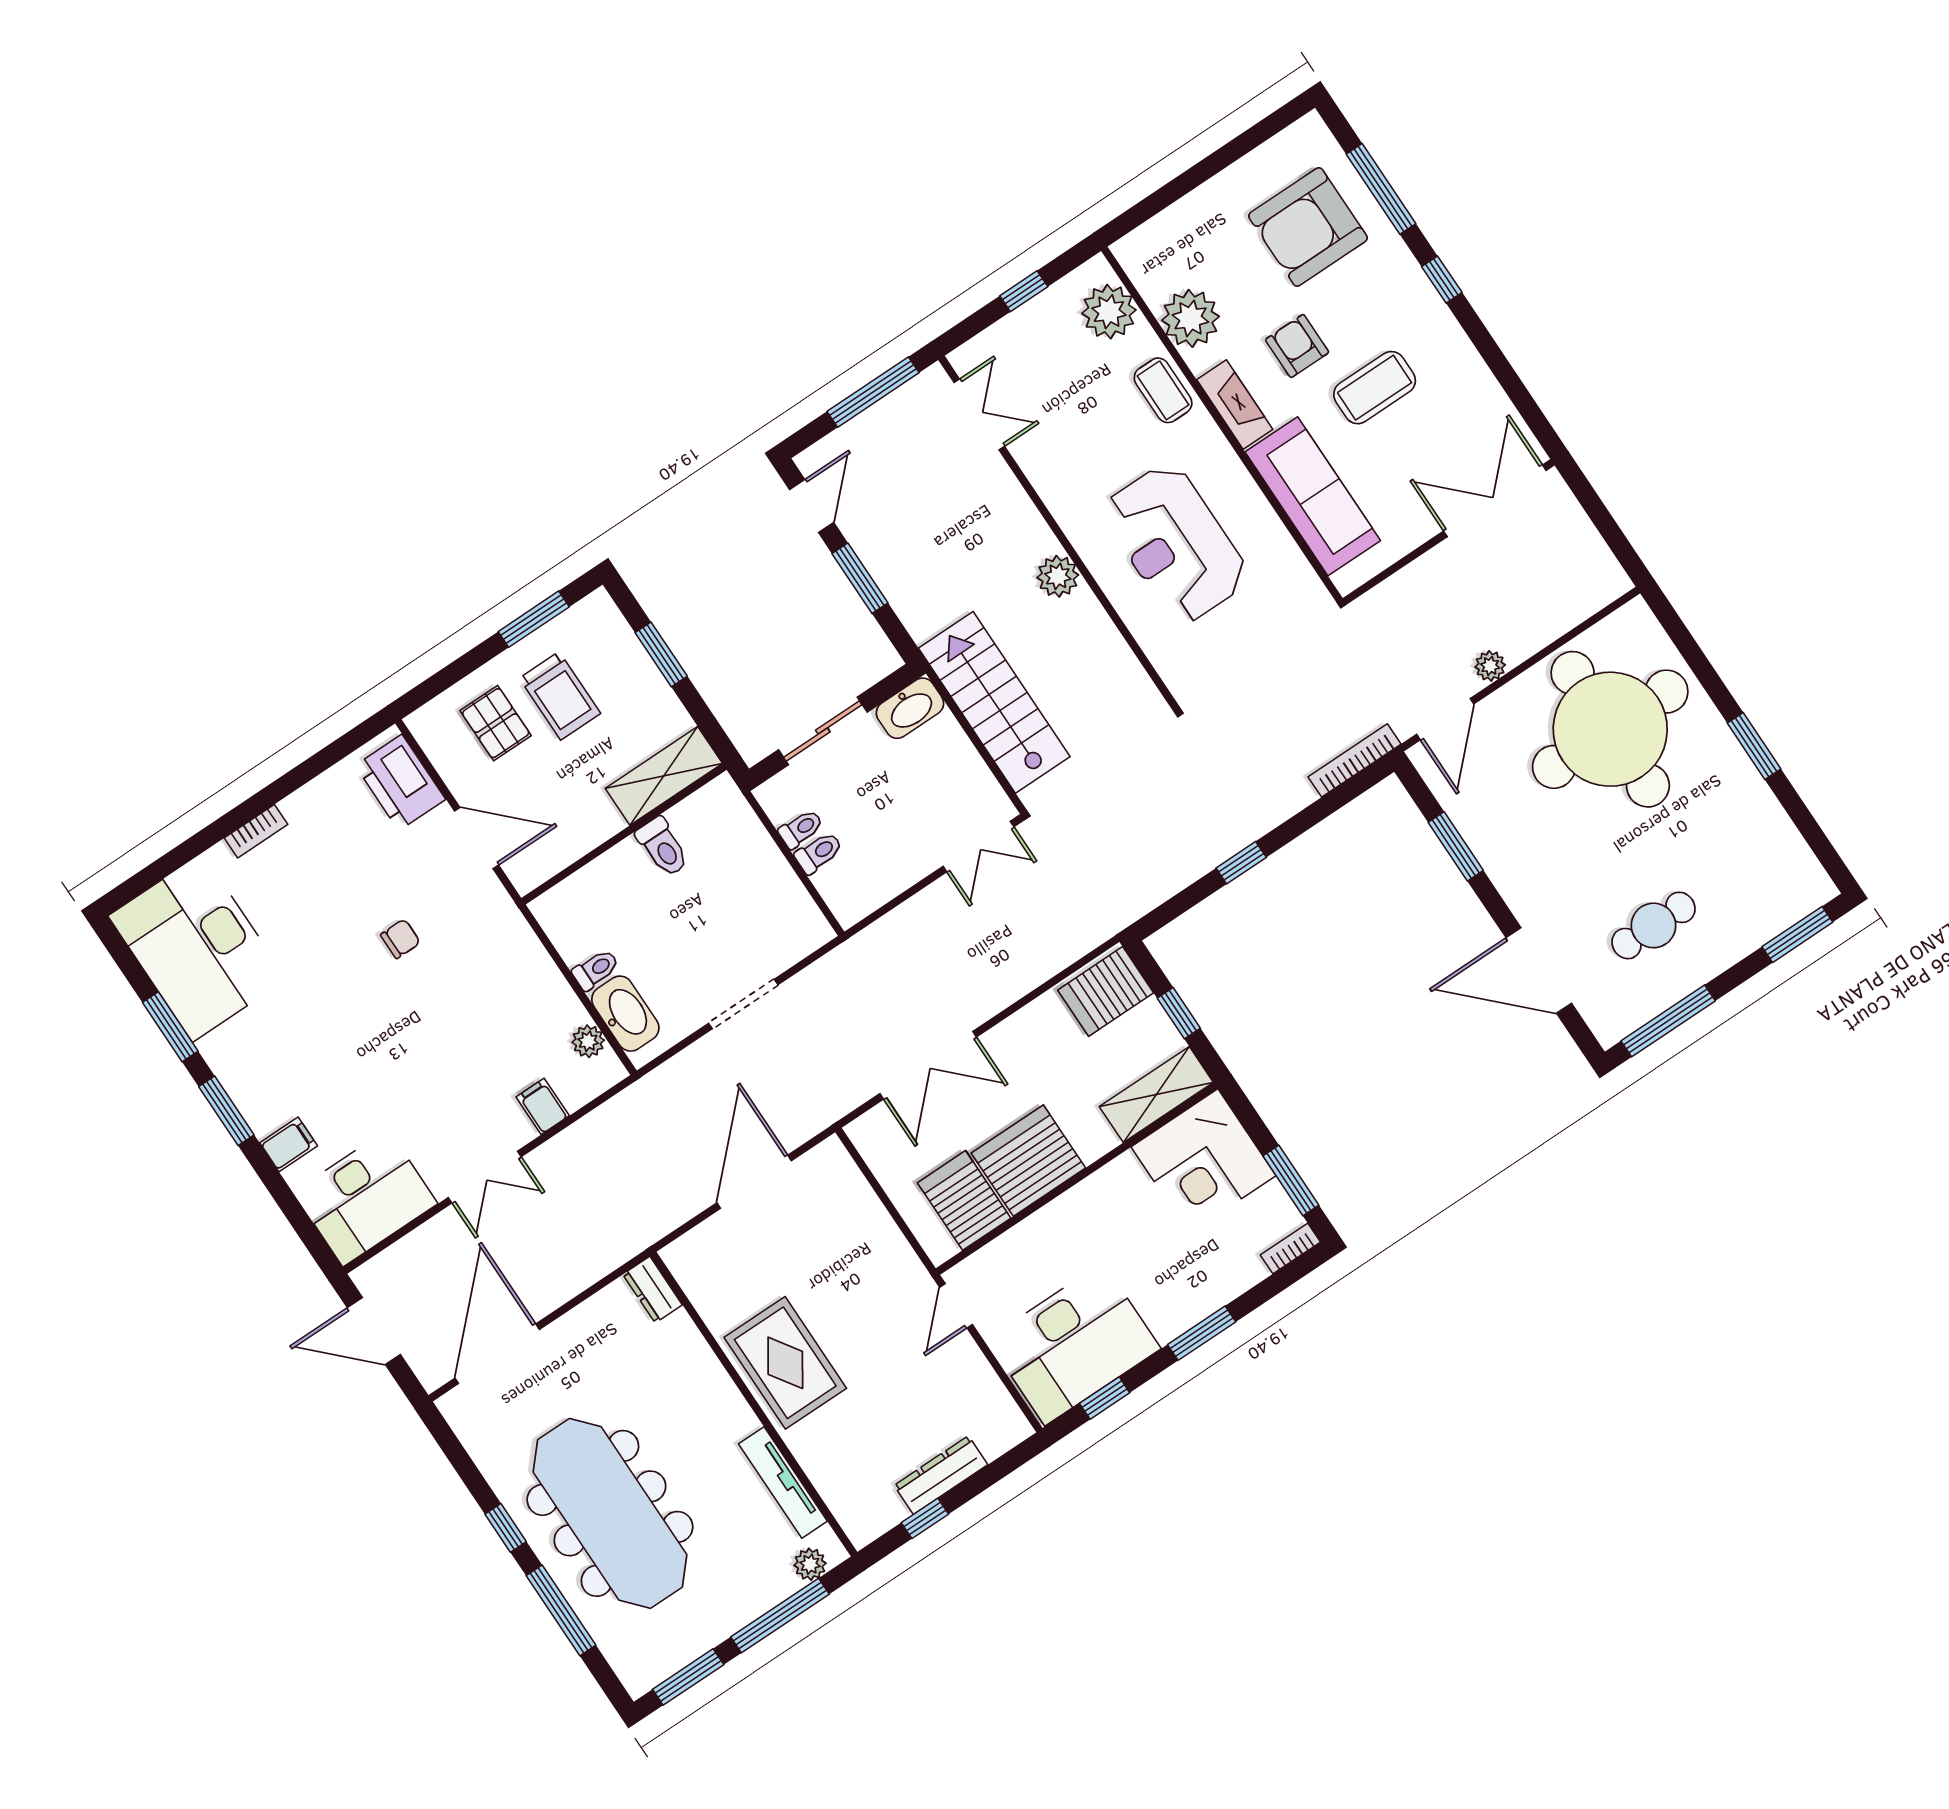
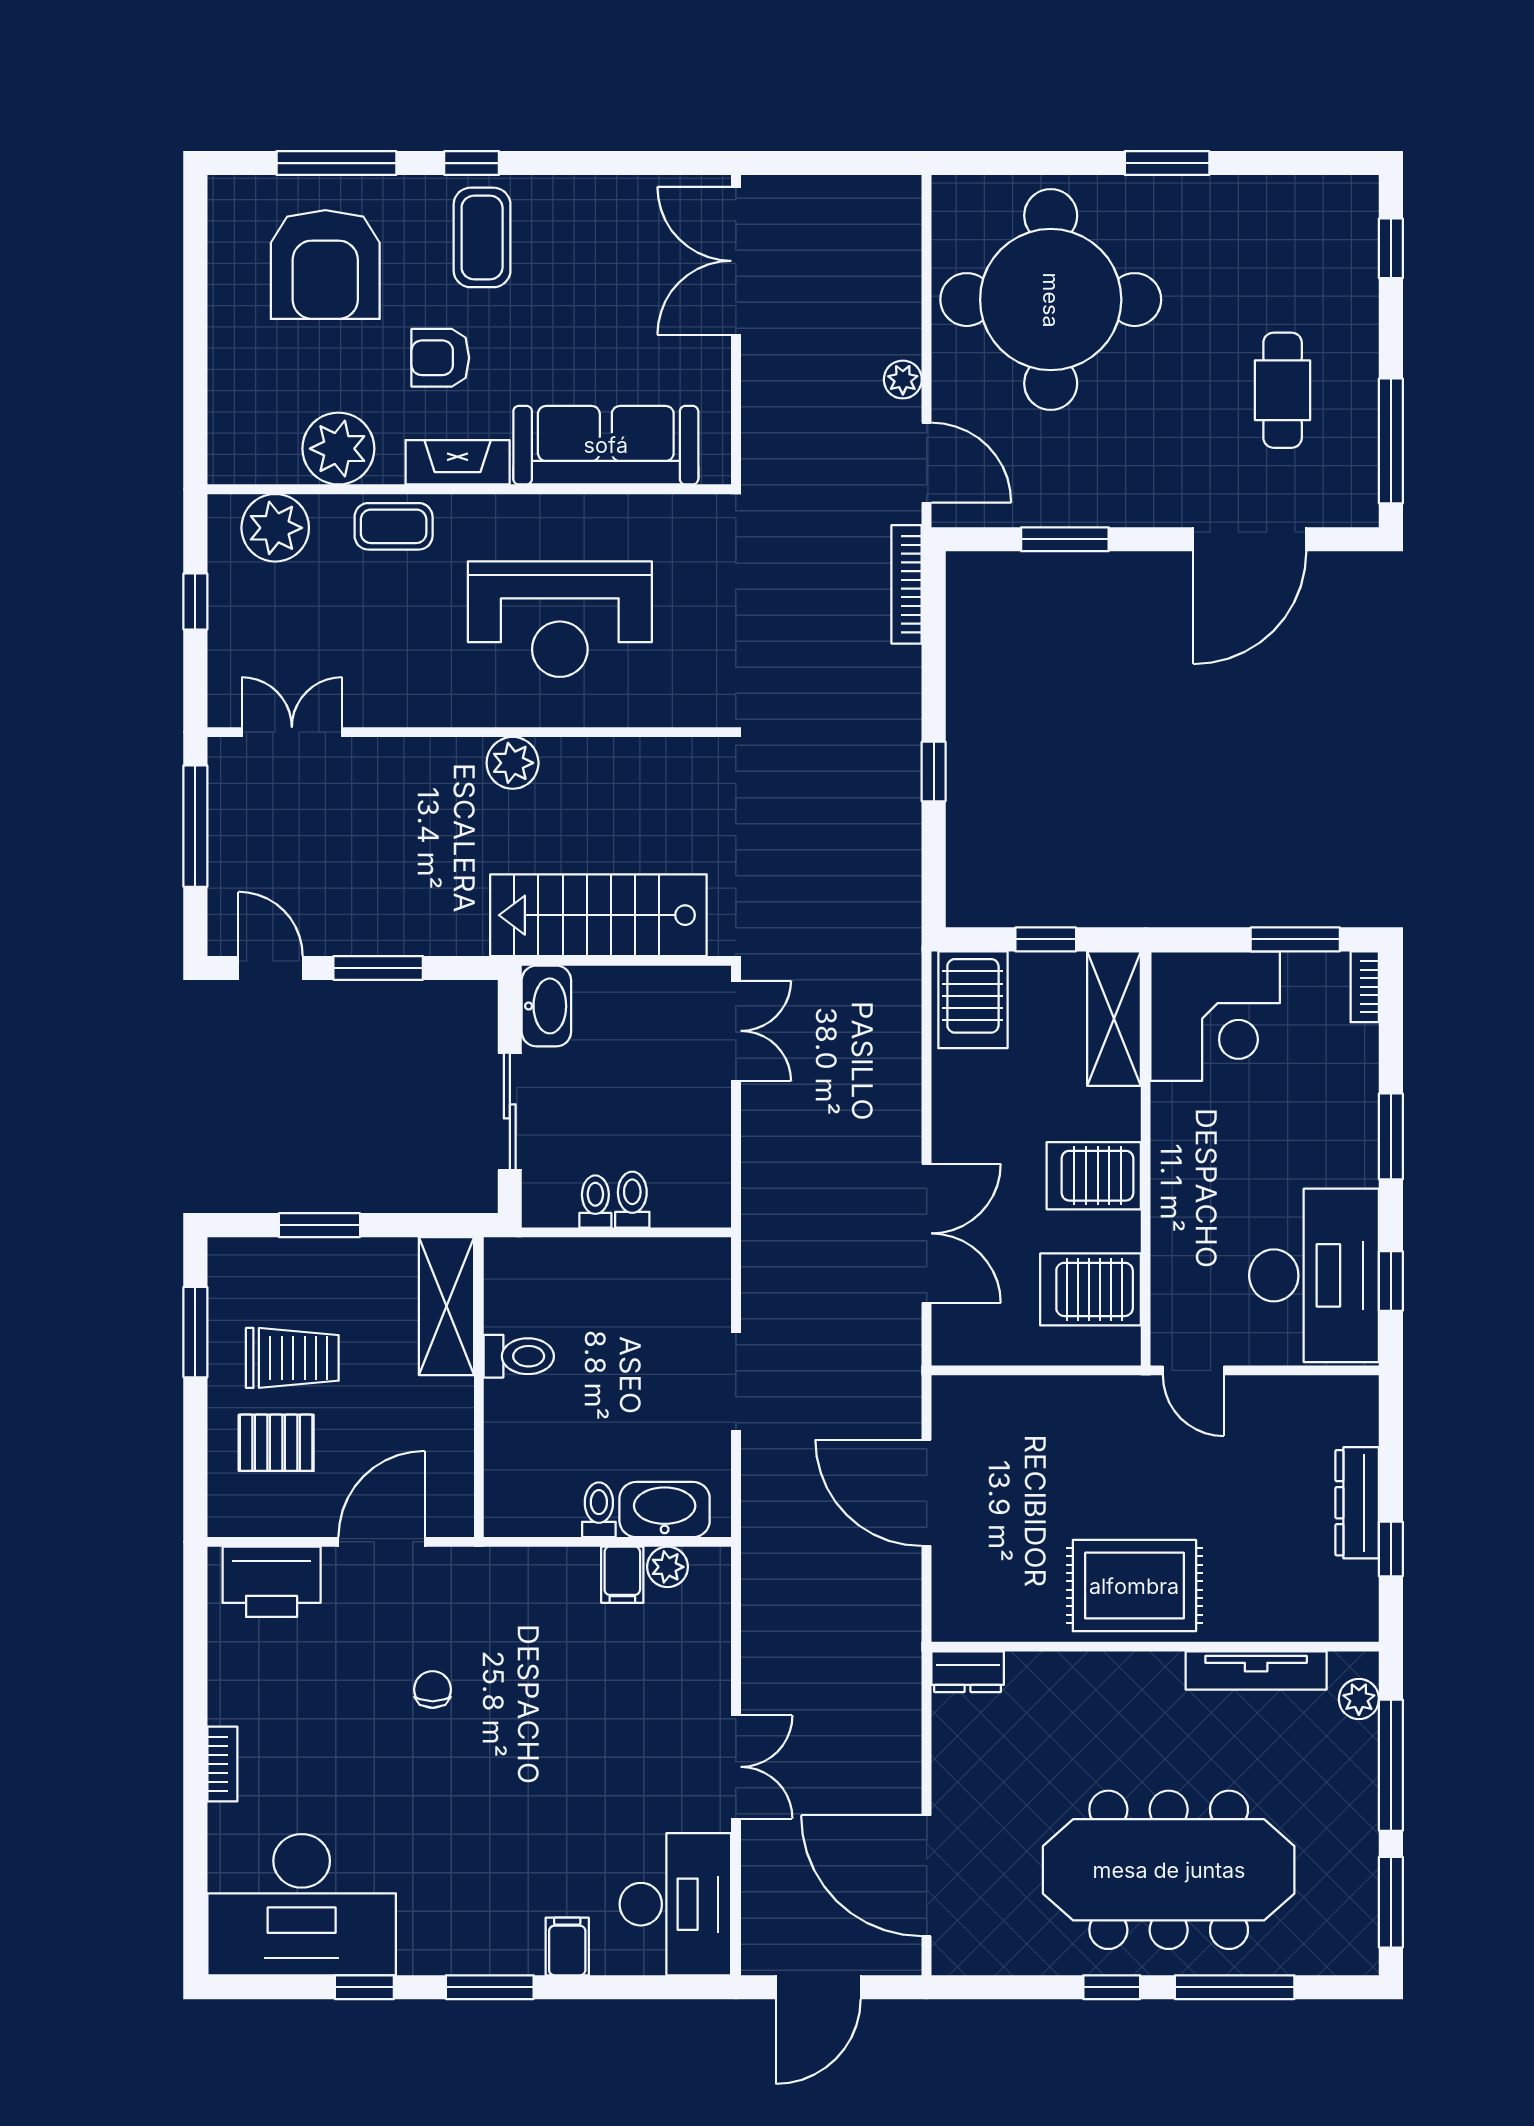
coffee table: (1375, 388) -> (482, 237), moved
window: (1797, 934) -> (1391, 248), width x0.67
window: (170, 1027) -> (364, 1987), width x0.67
filing cabinet: (543, 1106) -> (622, 1575), moved, turned -90
server rack: (1028, 1161) -> (1094, 1176), width x0.62

